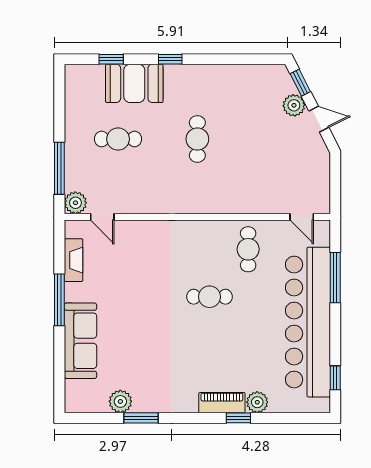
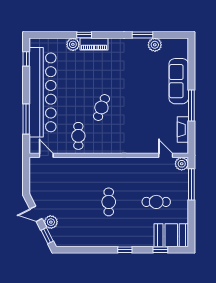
booth: (134, 83) -> (171, 235), moved
cafe table: (210, 297) -> (101, 107), turned -69

